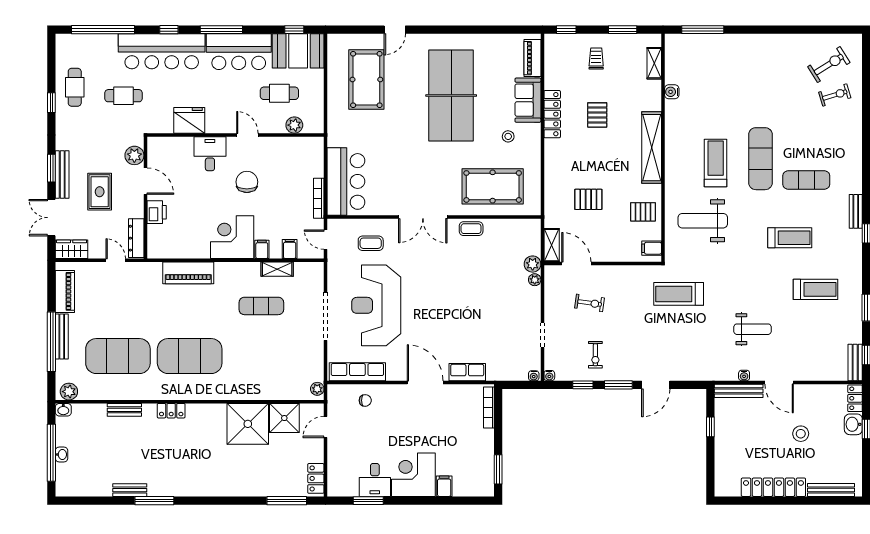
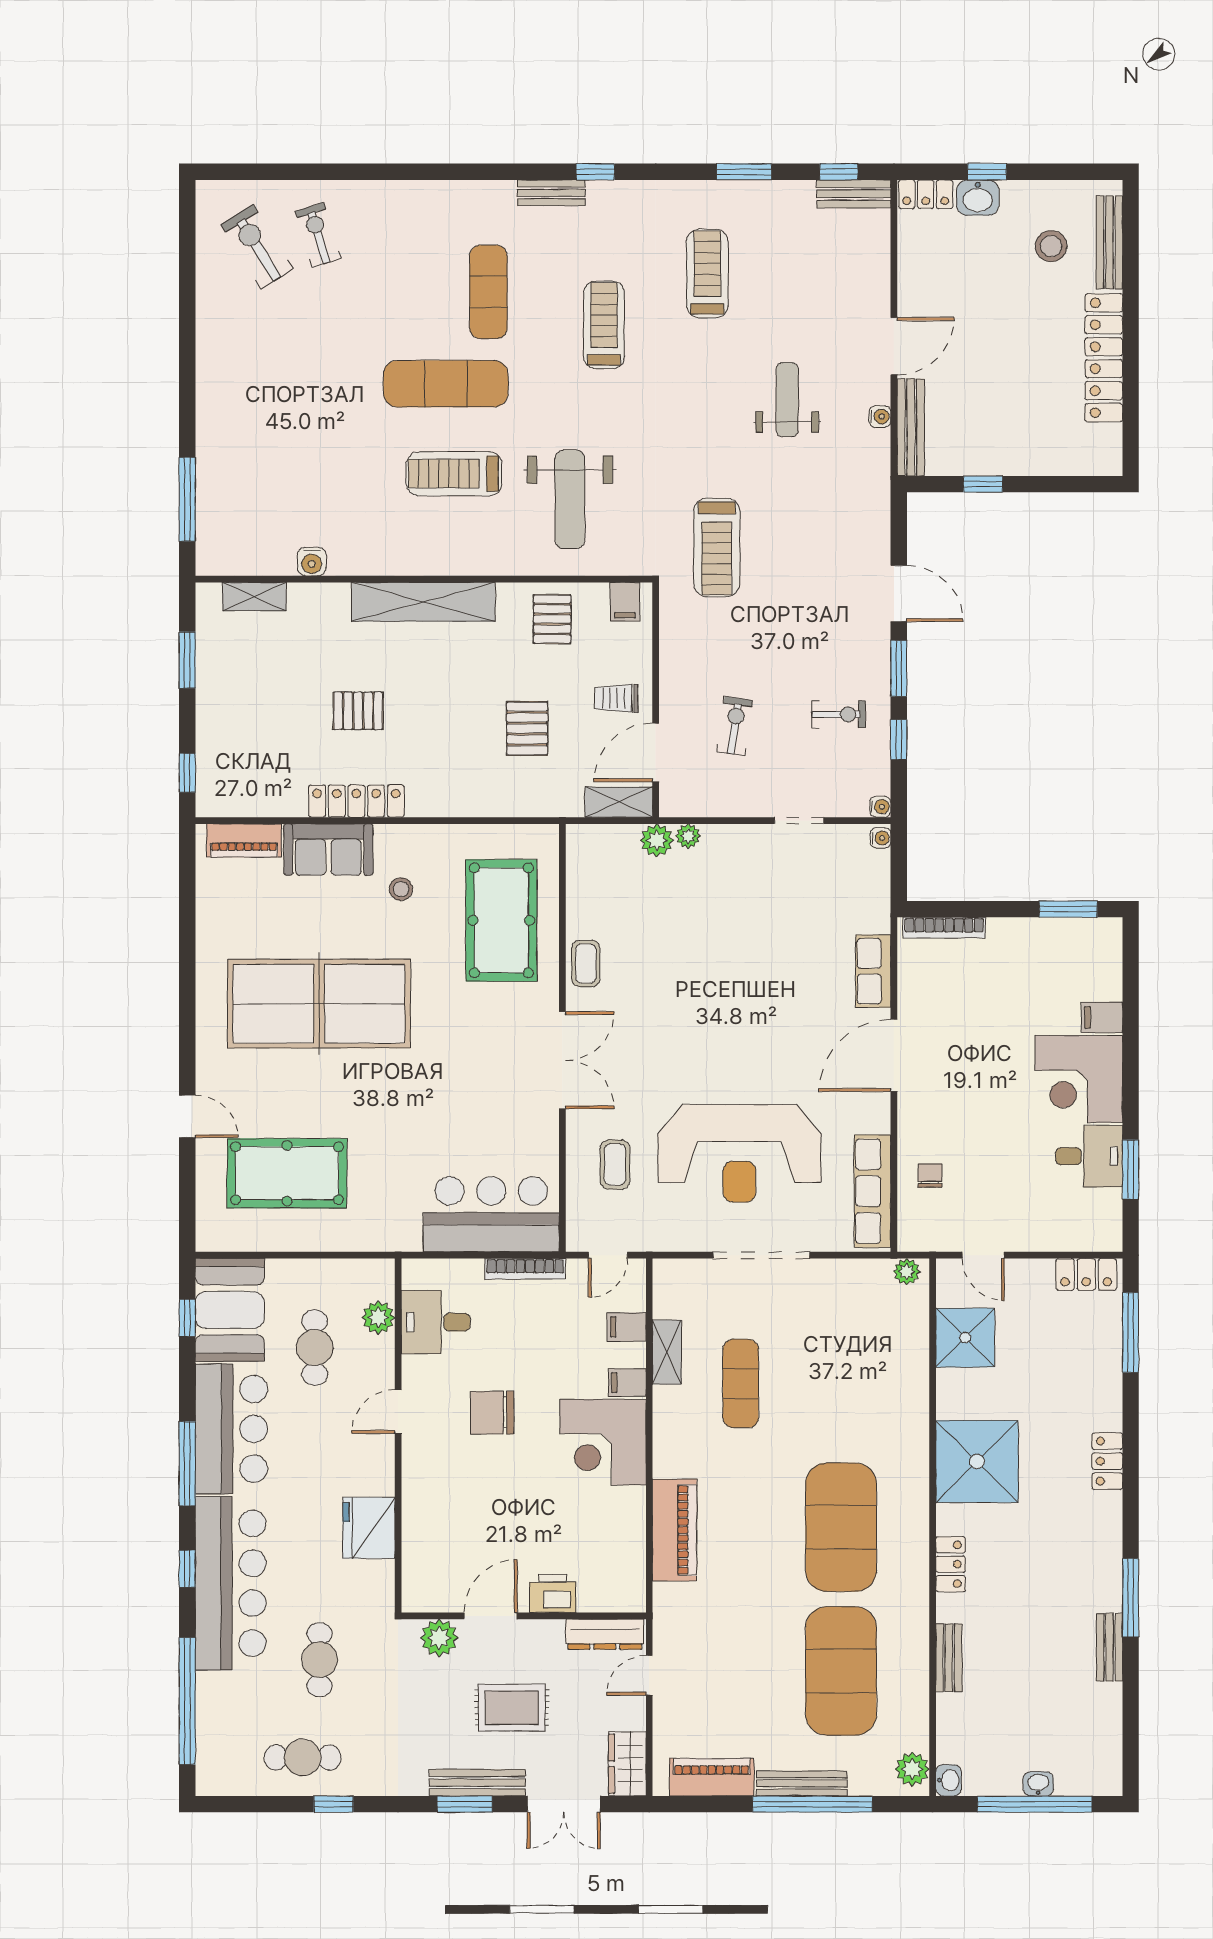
trolley: (596, 58) -> (616, 698), moved
desk: (210, 154) -> (436, 1322), moved
shower: (248, 424) -> (977, 1461), moved
stool: (801, 434) -> (1051, 246), moved
locker: (223, 489) -> (1107, 1461), added

